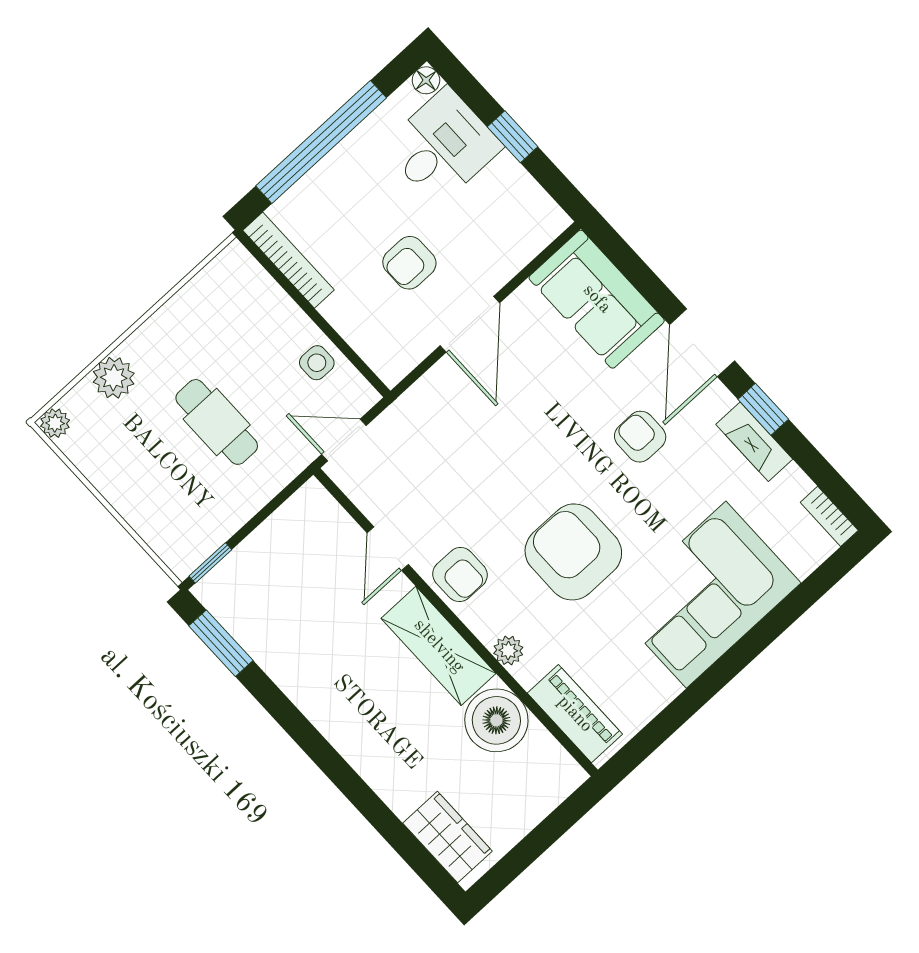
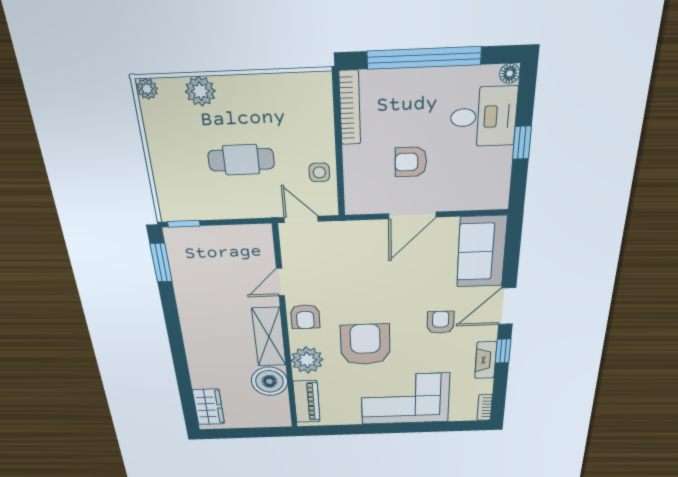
cafe table: (217, 422) -> (241, 160), turned 90
plant: (508, 650) -> (307, 360), width x1.88, depth x1.88

